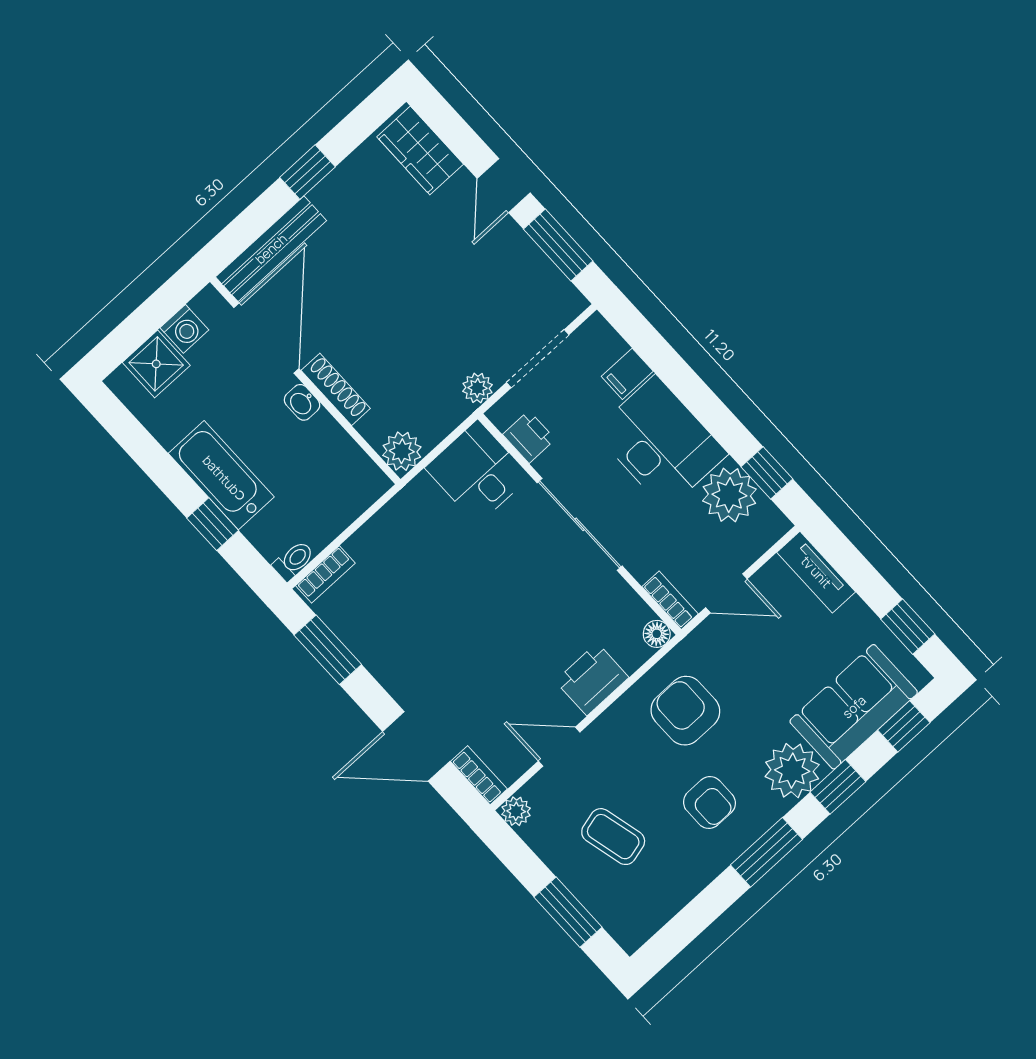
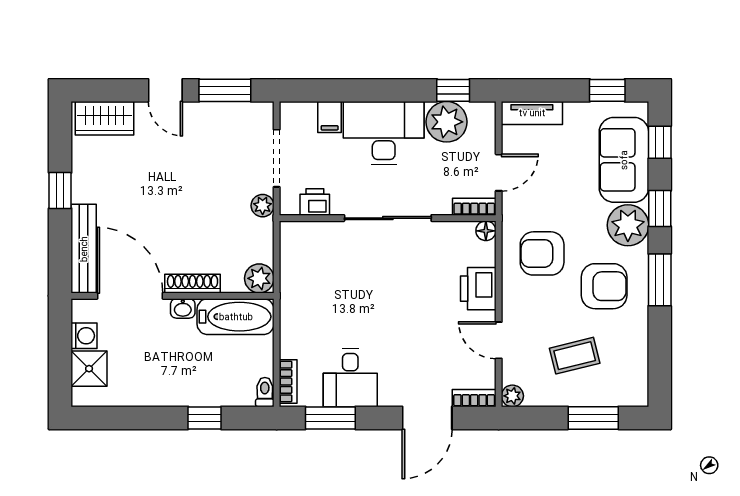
desk: (477, 472) -> (350, 378), moved, turned -90
bathtub: (221, 475) -> (236, 317), moved, turned 180
door: (559, 747) -> (499, 340), hinge flipped
armchair: (709, 803) -> (604, 286), width x1.38, depth x1.38

